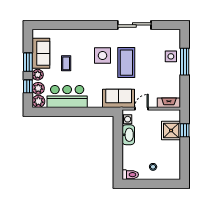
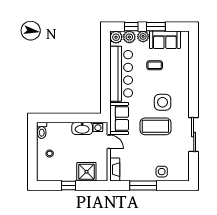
window: (185, 62) -> (143, 186), moved
bar counter: (67, 96) -> (121, 74), width x1.36
window: (185, 130) -> (69, 186), moved

